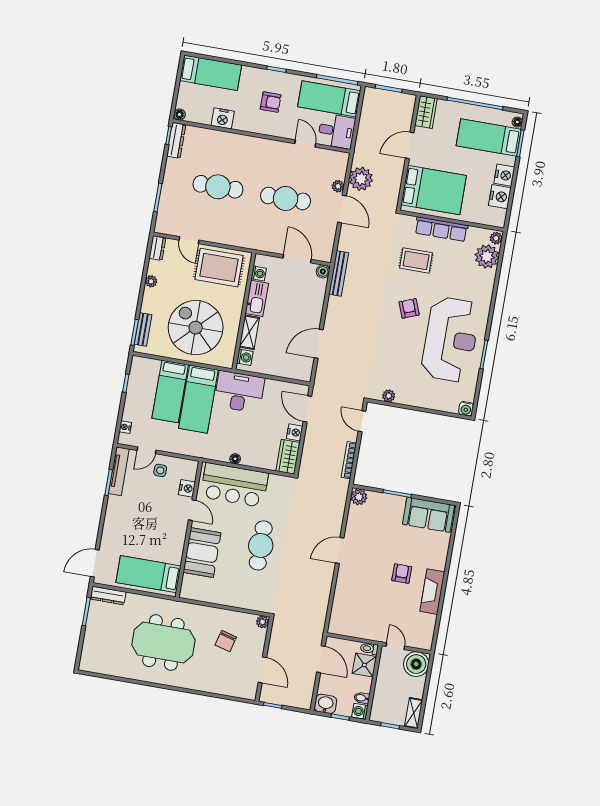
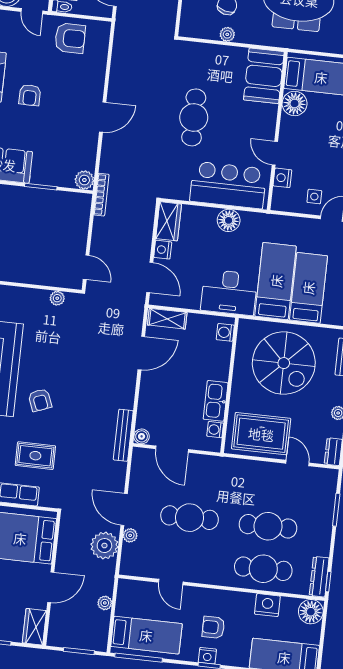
nightstand: (277, 78) -> (207, 656), added
floor lamp: (180, 115) -> (311, 612), width x1.89, depth x1.89
plant: (364, 129) -> (105, 603), added
desk: (336, 131) -> (136, 599), removed
cafe table: (224, 150) -> (263, 569), added
shelving: (249, 332) -> (167, 319), moved, turned 90
floor lamp: (235, 459) -> (229, 220), width x1.89, depth x1.89
bookcase: (349, 460) -> (101, 195), moved
floor lamp: (172, 552) -> (295, 104), added
booth: (202, 553) -> (264, 76), moved
armchair: (364, 621) -> (70, 38), added
plant: (263, 622) -> (227, 34), moved

